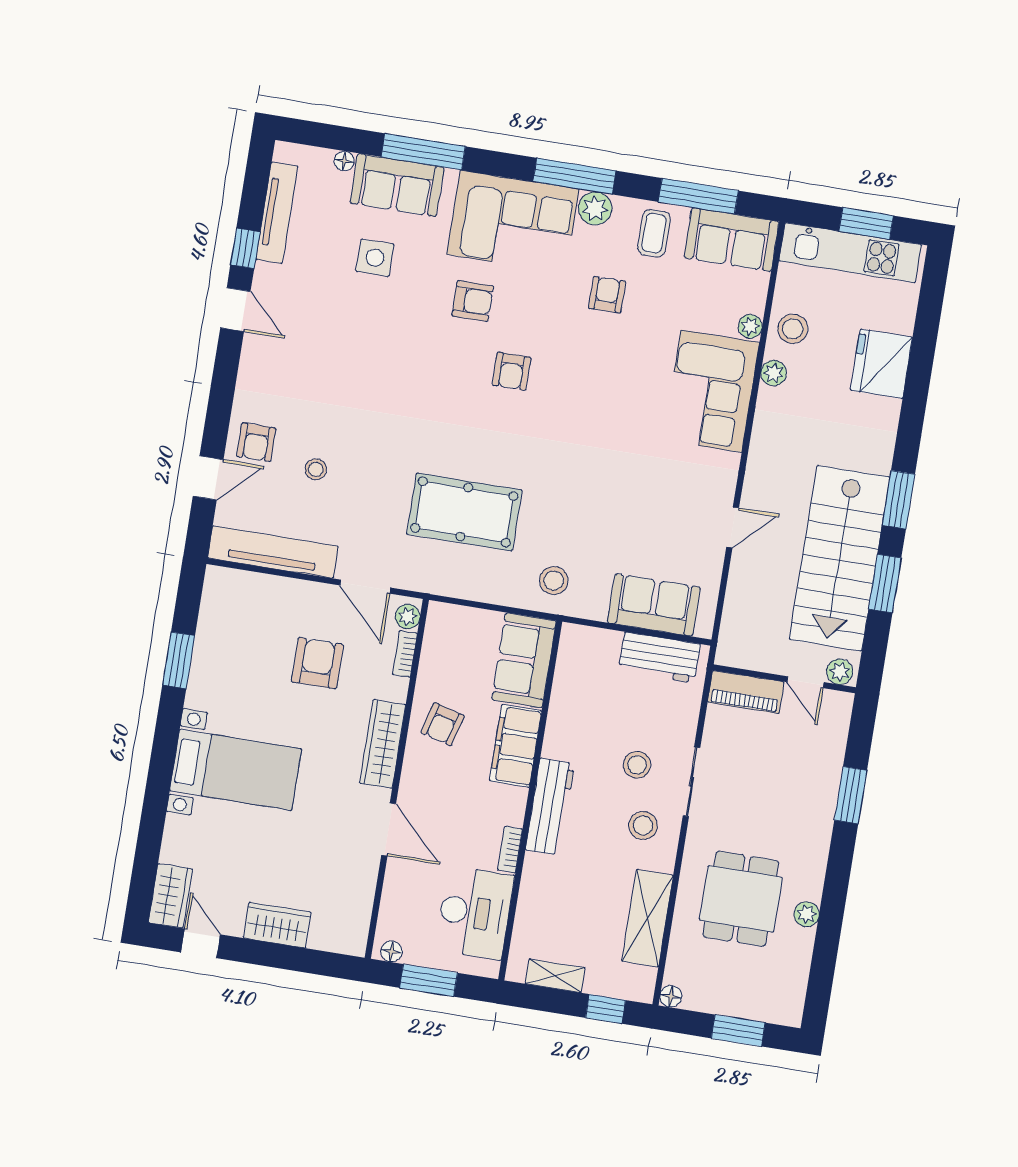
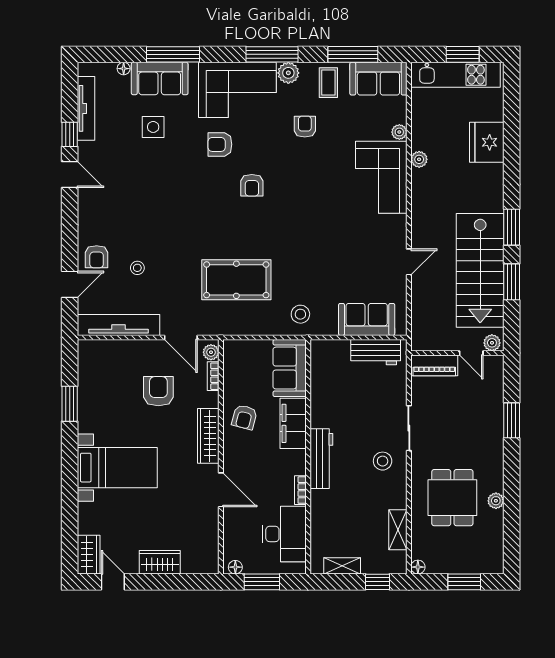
armchair: (473, 301) -> (220, 144), turned 180
stool: (793, 329) -> (427, 129), removed
stool: (637, 765) -> (372, 423), removed
shelving: (647, 918) -> (398, 530), width x0.67, depth x0.75

